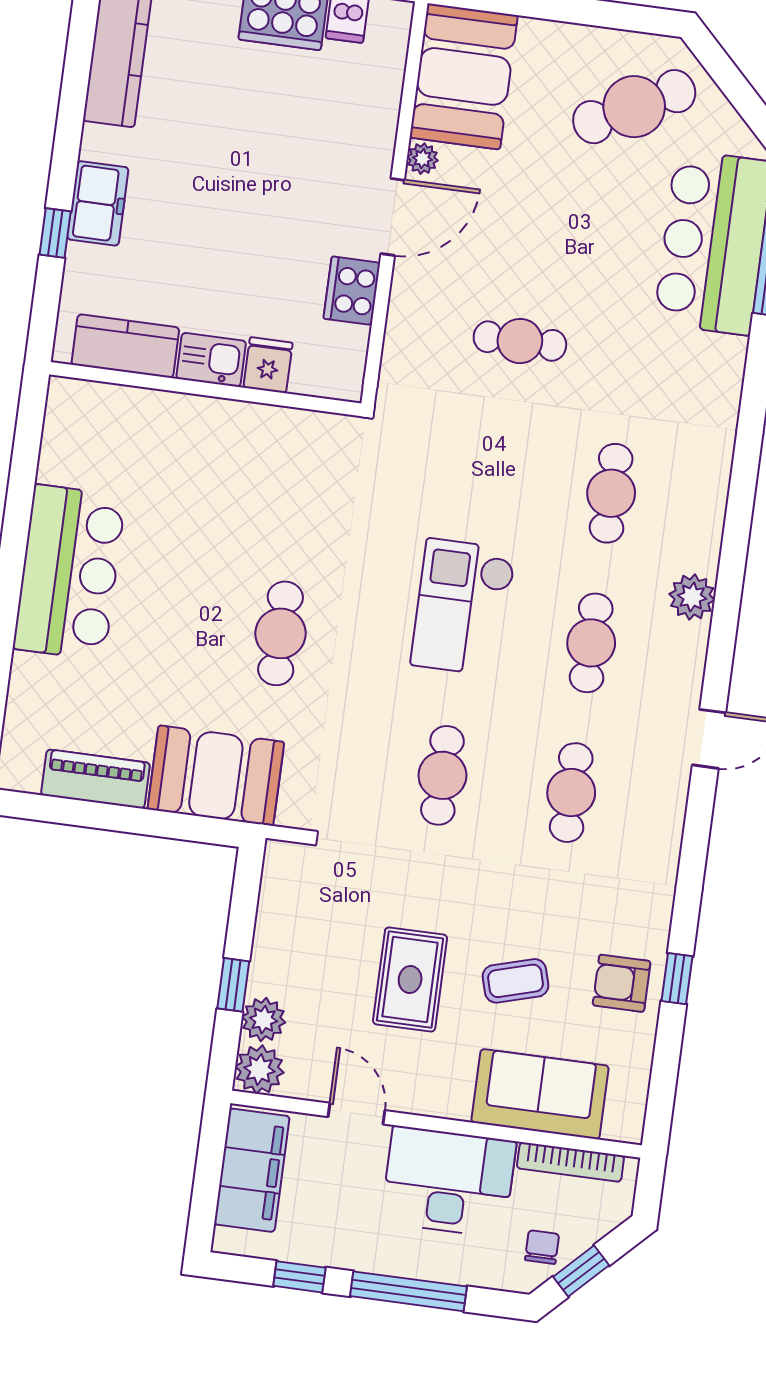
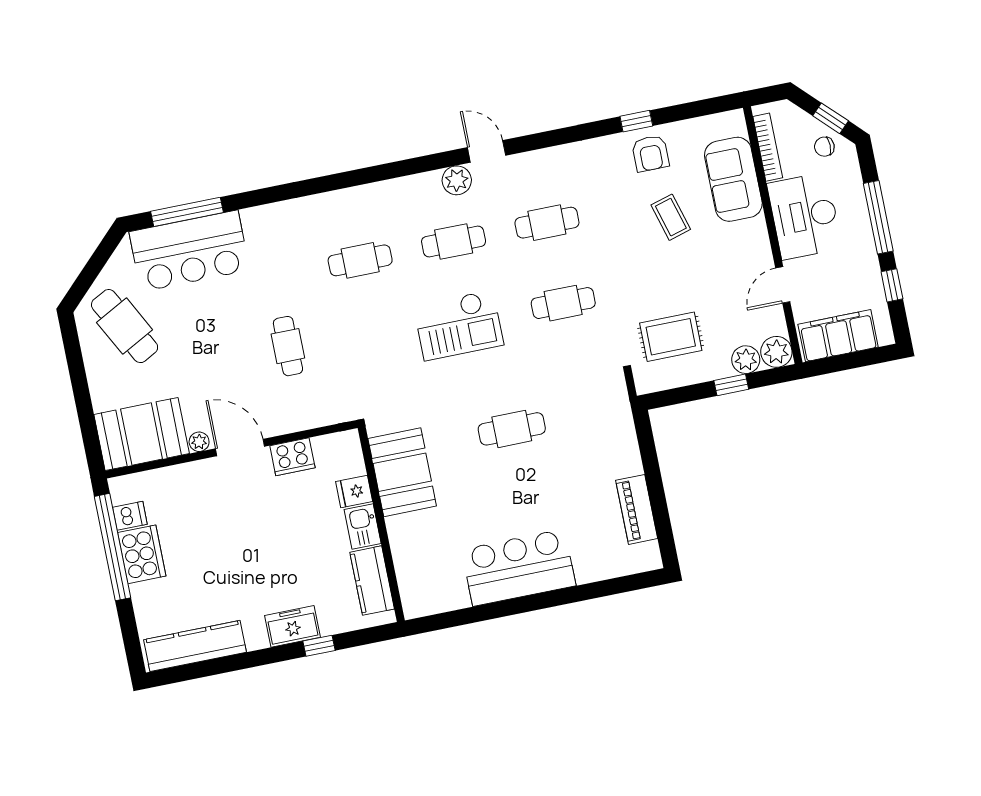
plant: (692, 597) -> (457, 180), moved
booth: (216, 776) -> (402, 472), moved
rug: (410, 979) -> (671, 337), moved

